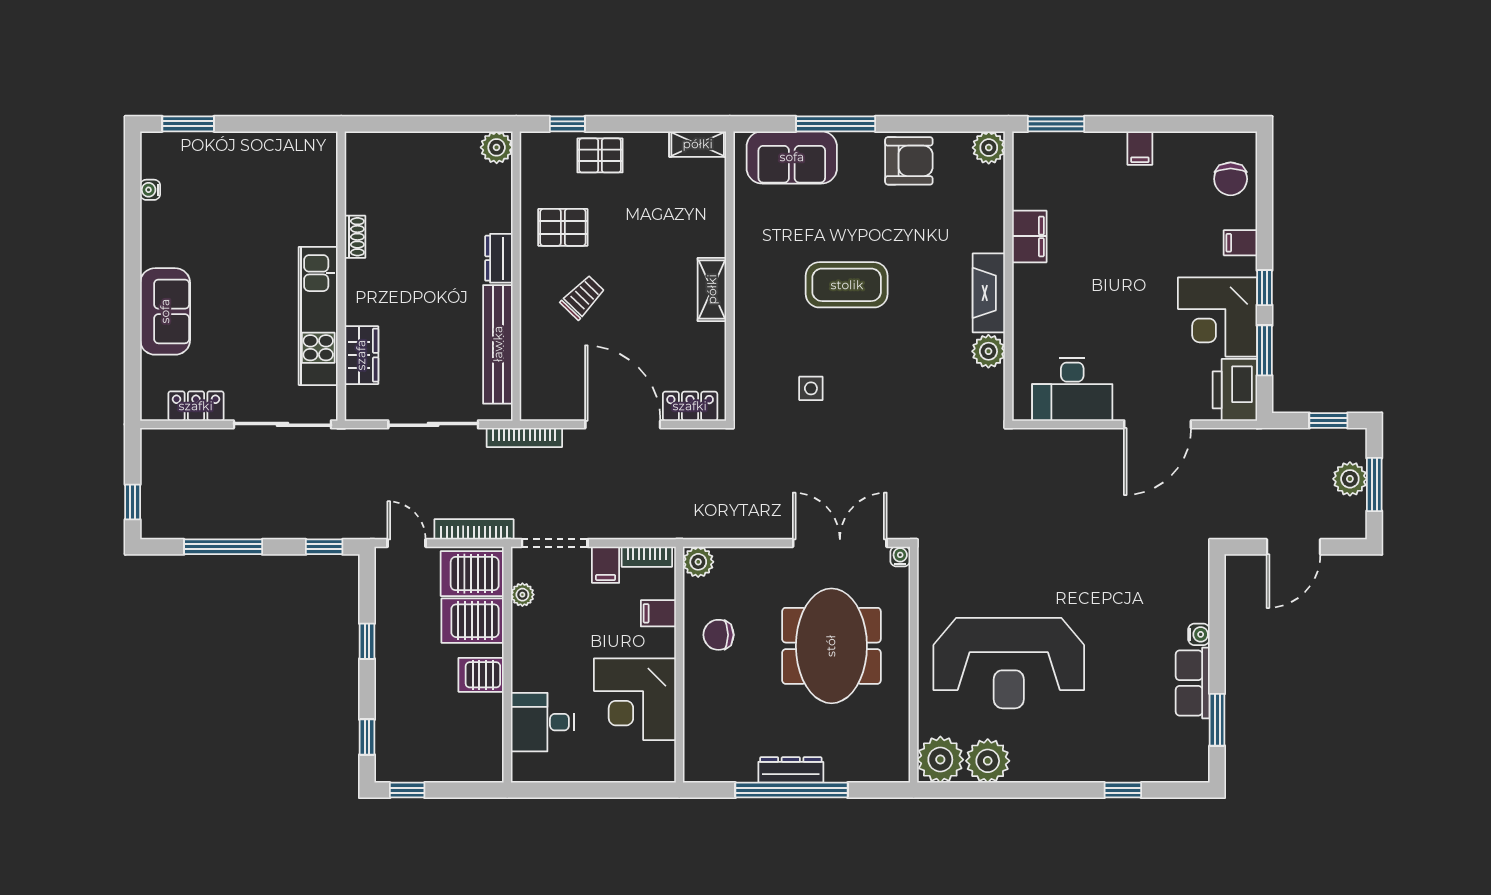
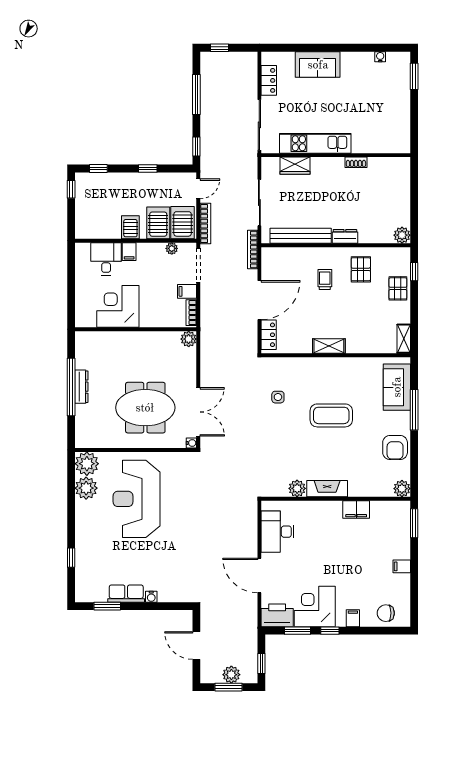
coffee table: (847, 285) -> (331, 415), turned 90
trolley: (583, 297) -> (325, 279), turned -134
filing cabinet: (658, 613) -> (129, 252), moved, turned 180
chair: (719, 635) -> (151, 349), removed

